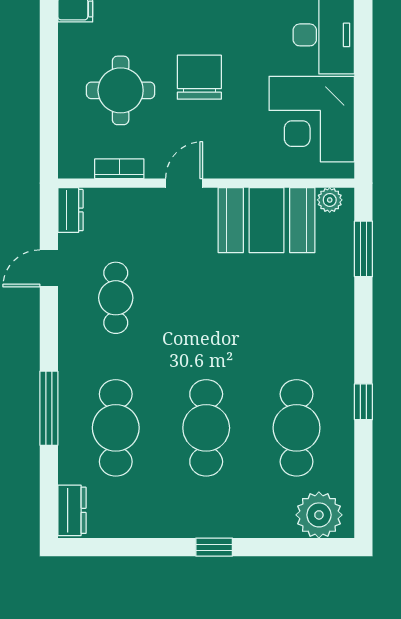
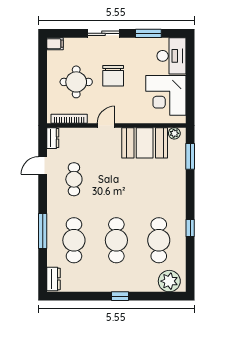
chair: (199, 77) -> (113, 76), turned 180
bookcase: (119, 169) -> (69, 119), width x1.56

